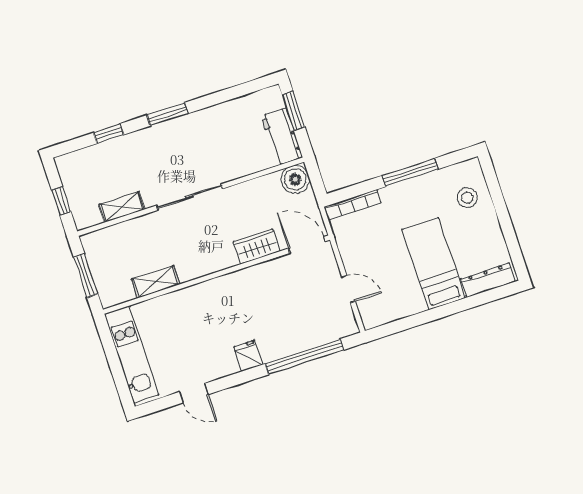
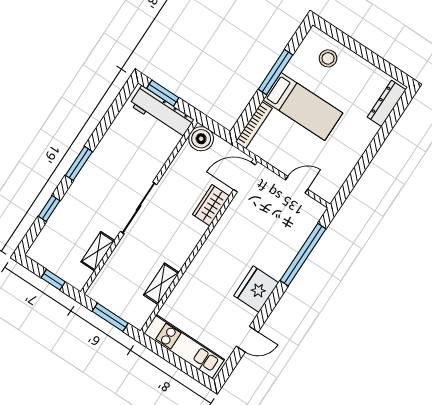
workbench: (282, 137) -> (162, 112), width x1.37
bed: (434, 264) -> (303, 107), moved, turned 180
fridge: (248, 356) -> (256, 289), width x1.88, depth x1.34

